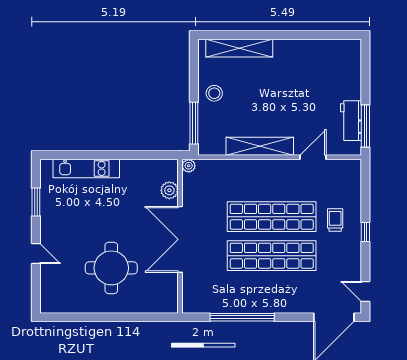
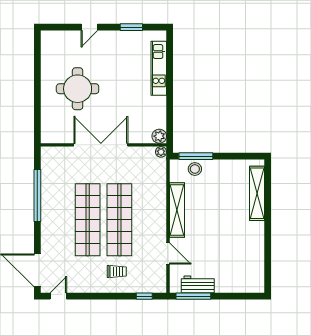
stool: (214, 93) -> (195, 169), moved
plant: (169, 190) -> (159, 136), moved
window: (365, 232) -> (144, 296), moved

